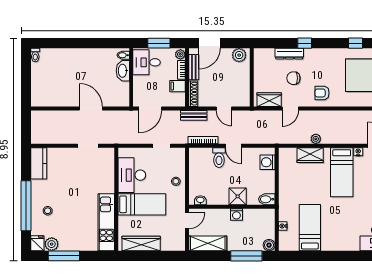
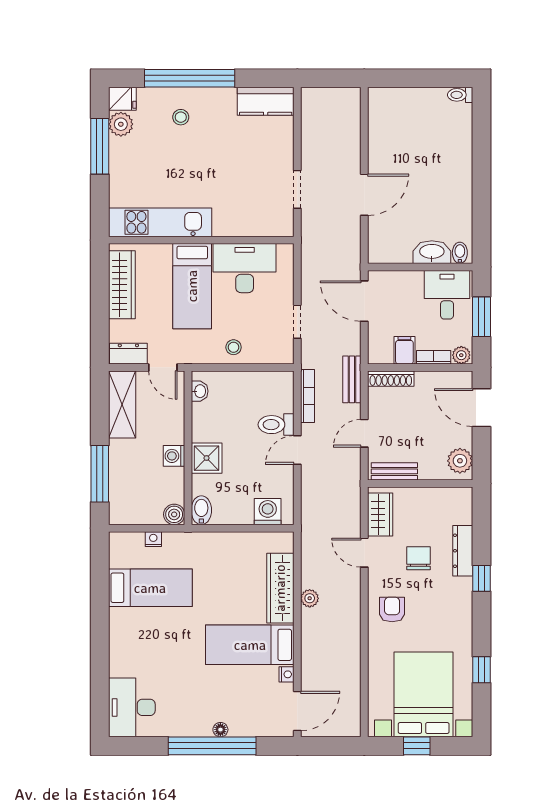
bench: (194, 67) -> (394, 471), moved
wardrobe: (310, 155) -> (280, 588), width x1.50
dresser: (179, 240) -> (128, 354), added
boiler: (269, 245) -> (174, 514), moved

